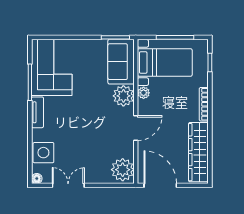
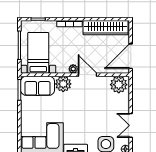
plant: (144, 93) -> (73, 69), moved

